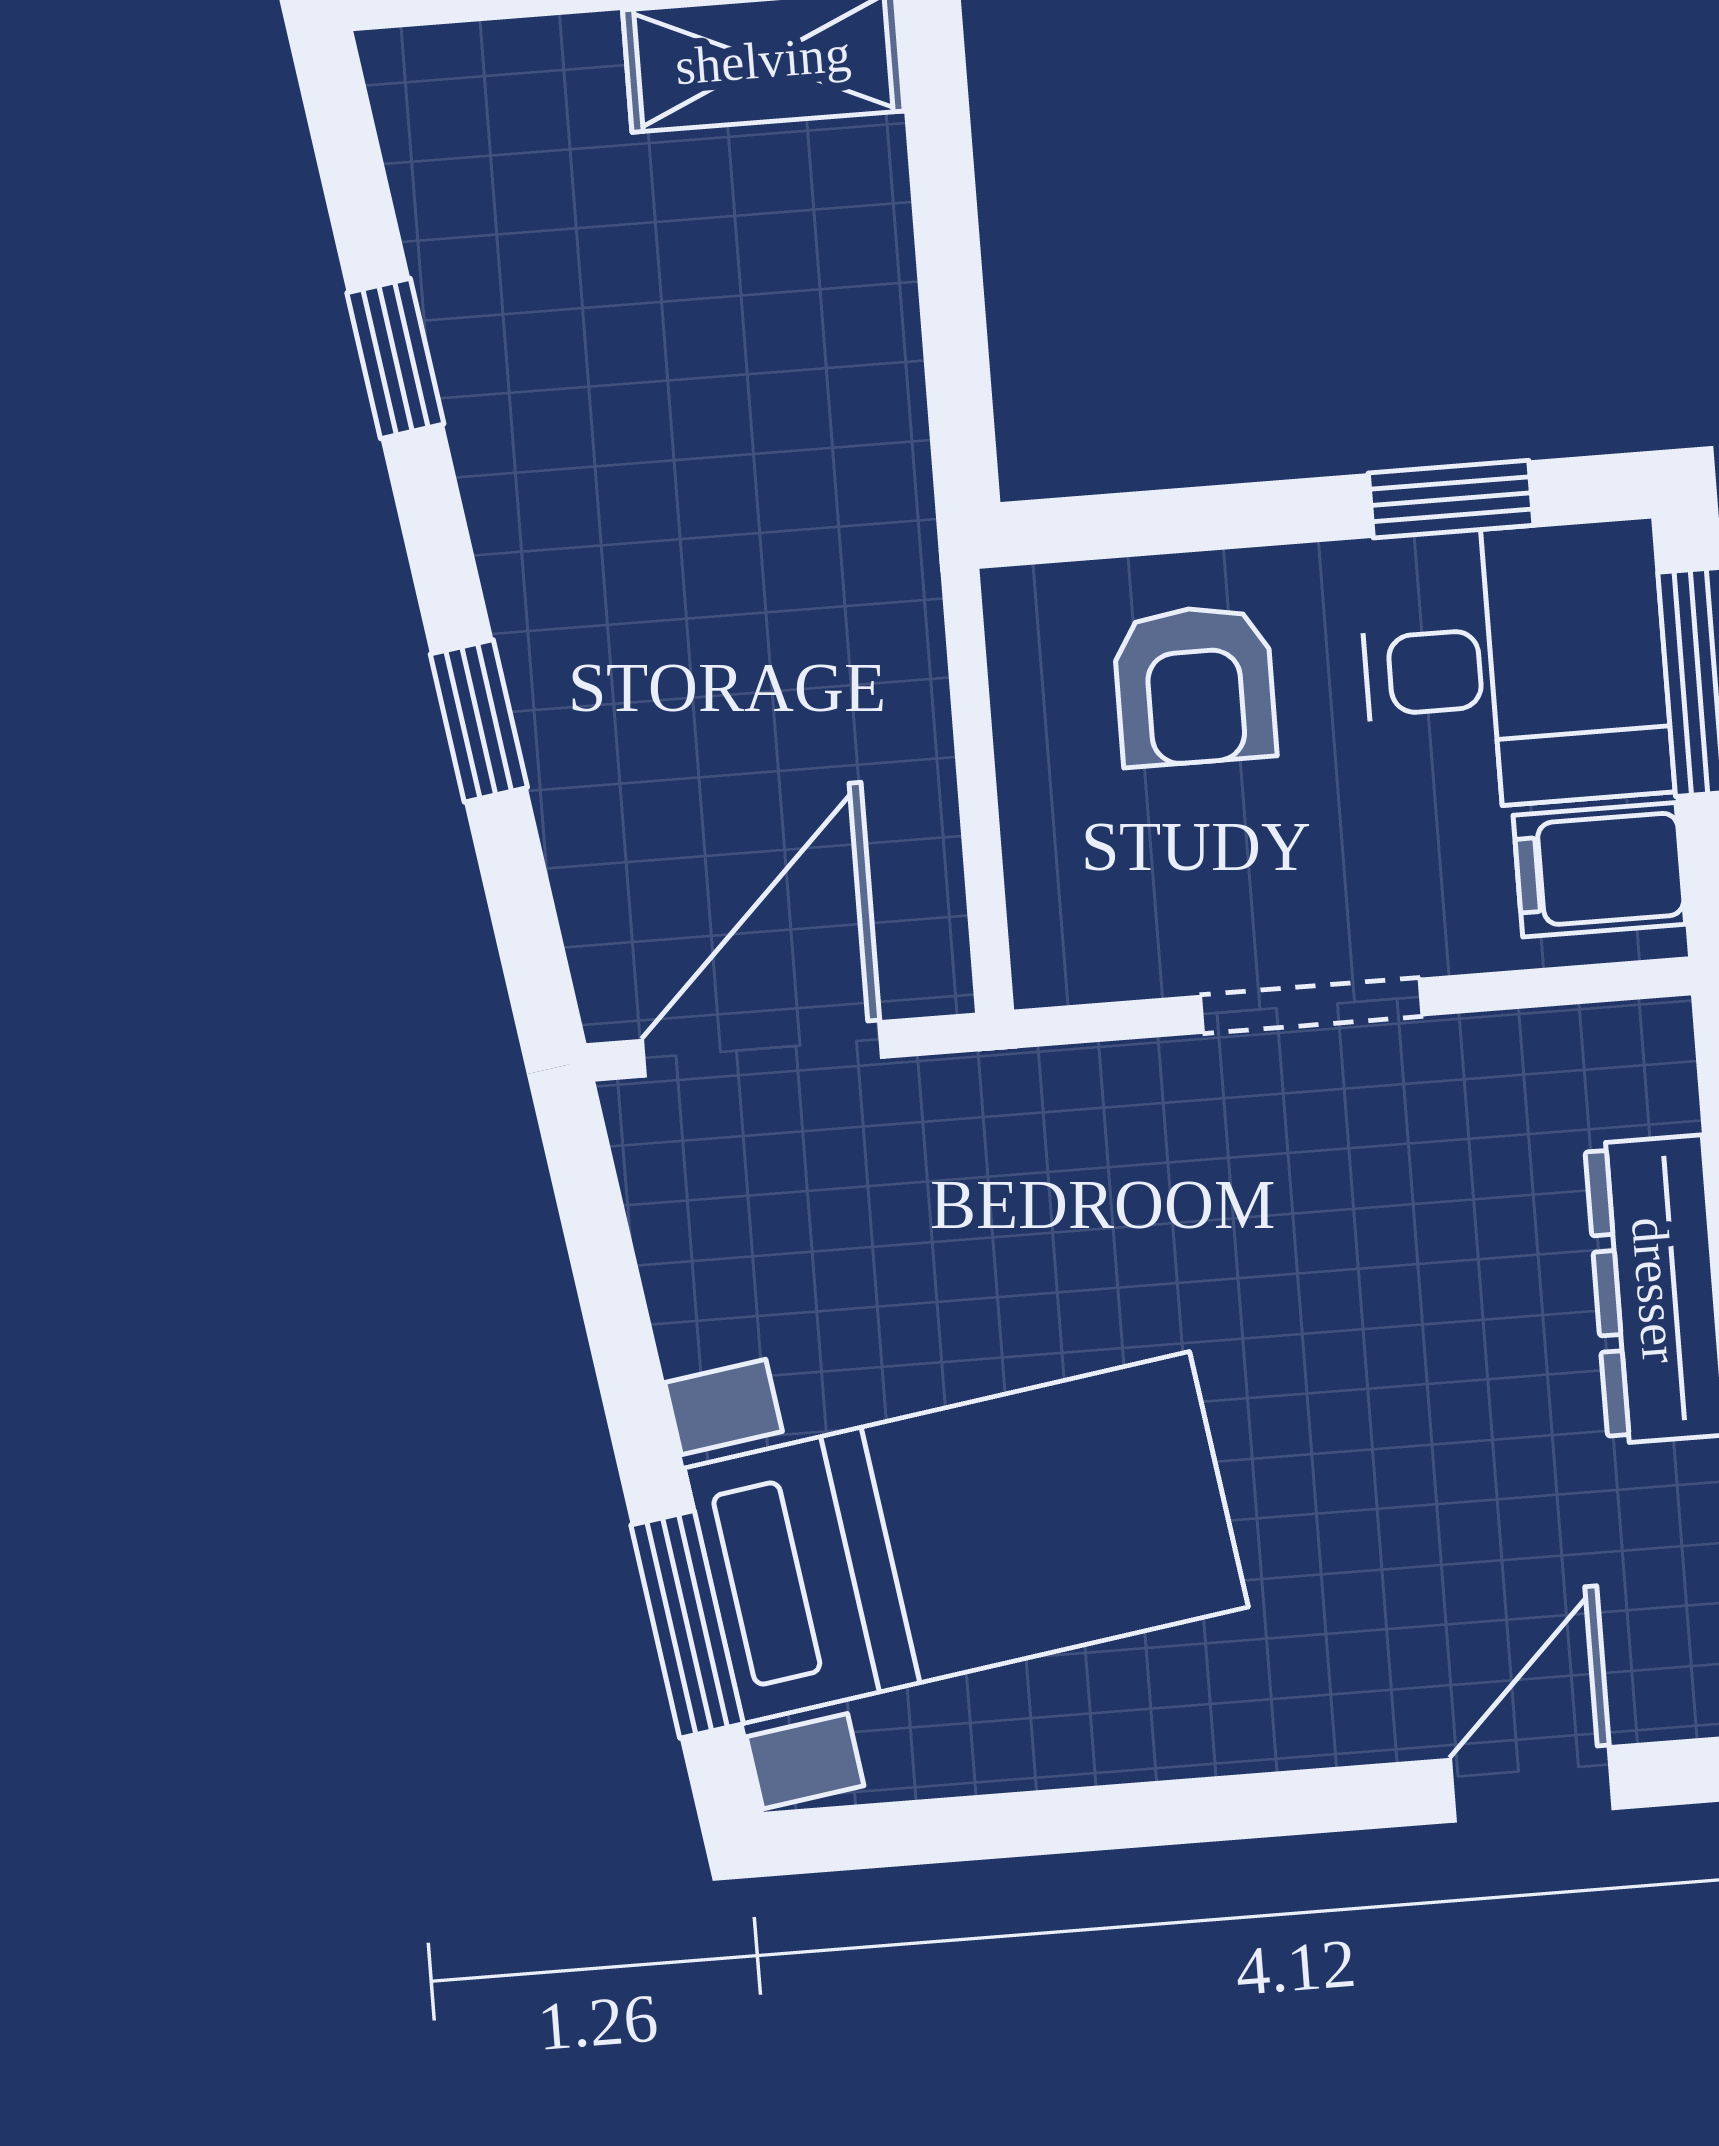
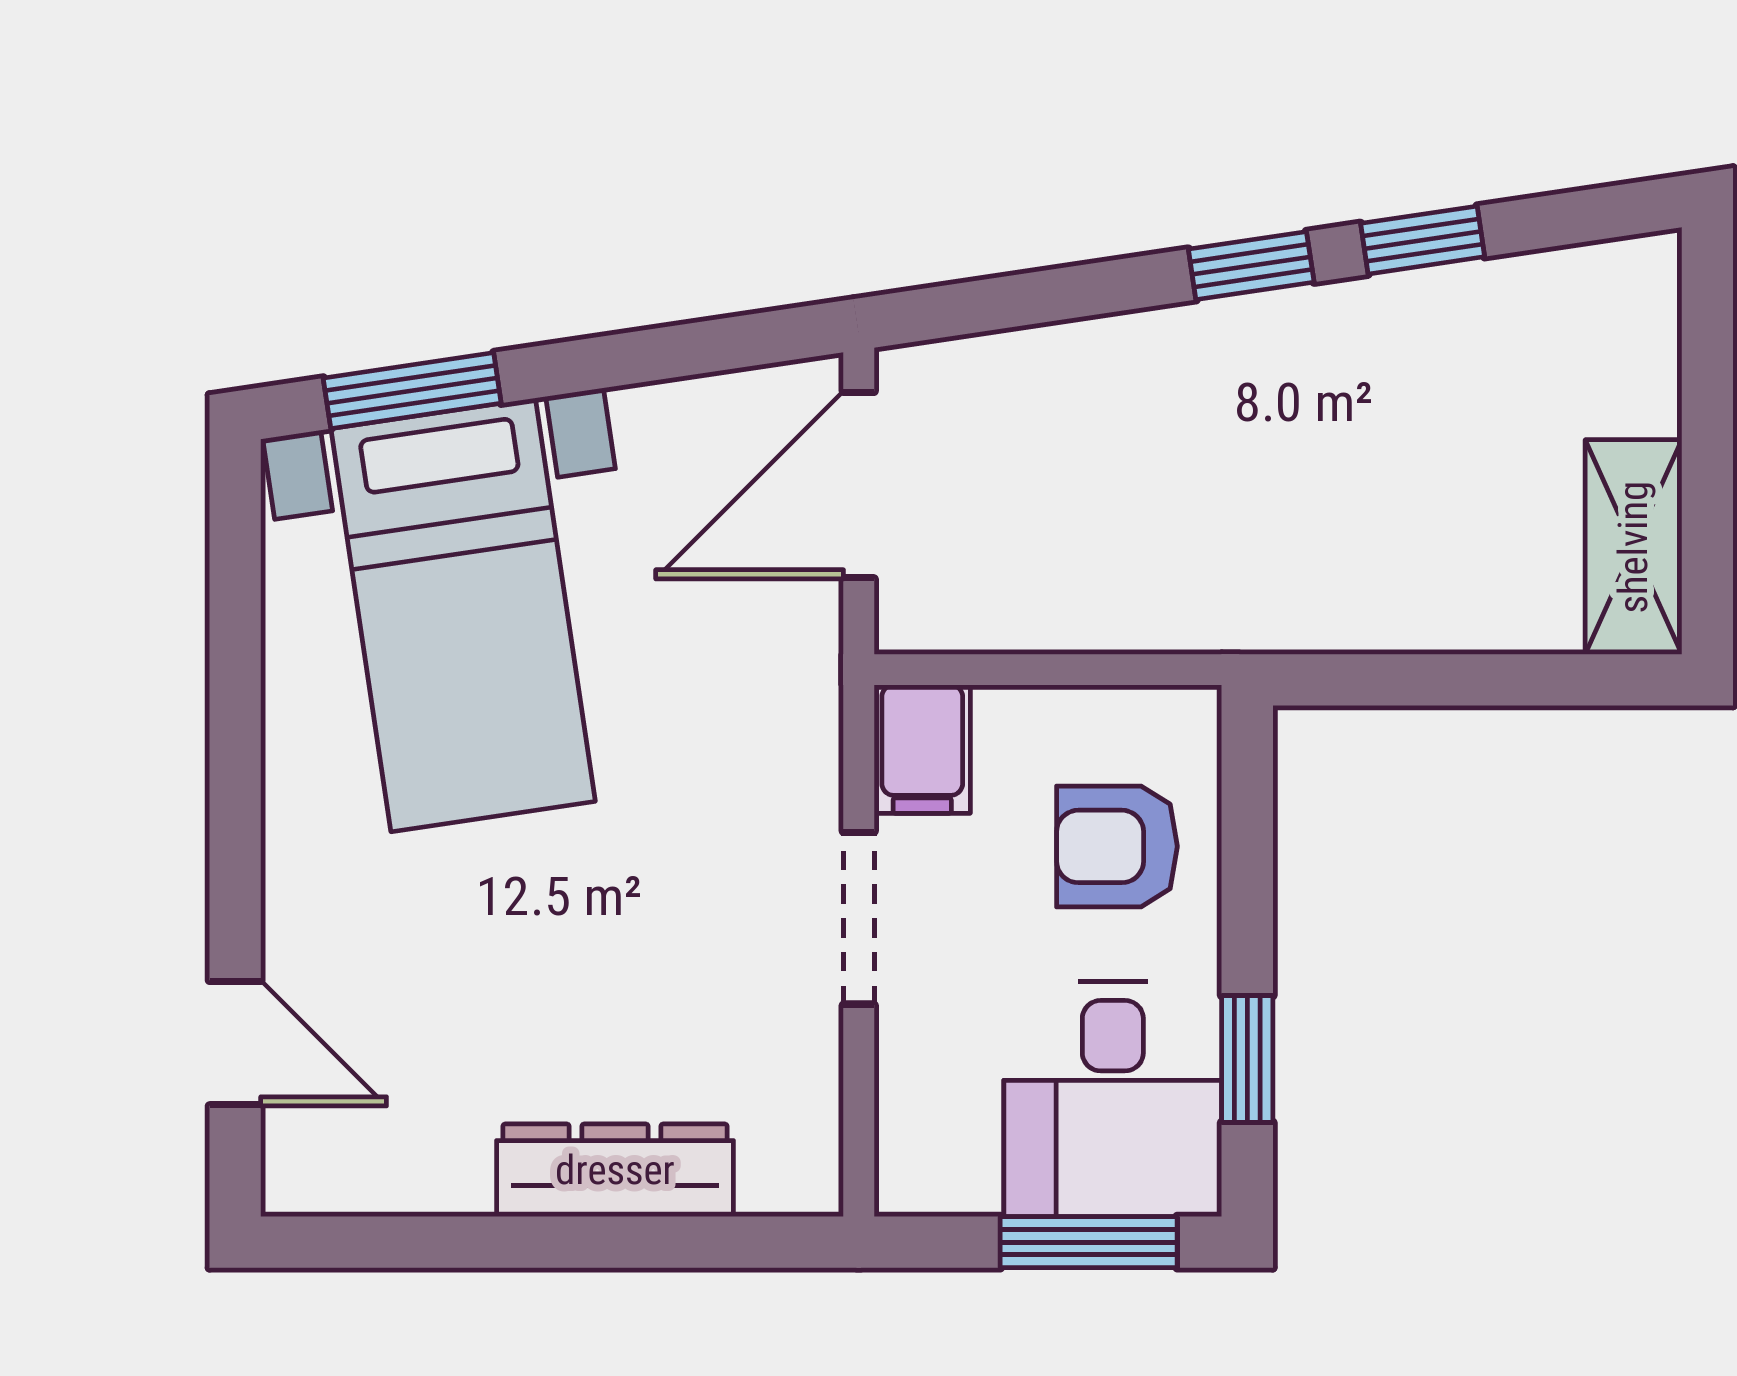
window: (479, 721) -> (1251, 266), moved
filing cabinet: (1599, 870) -> (922, 749), moved, turned 180
door: (762, 1049) -> (859, 485), swing flipped

